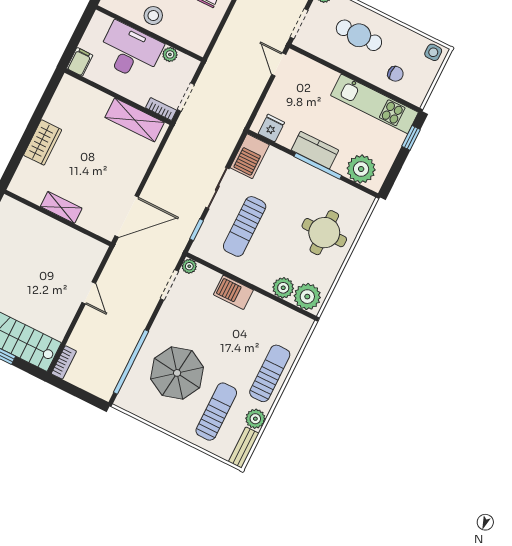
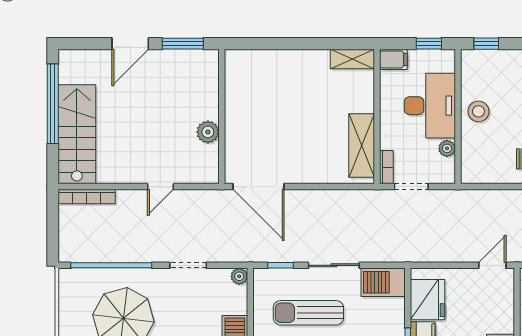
window: (81, 28) -> (429, 44), added
fridge: (271, 128) -> (427, 300), width x1.88, depth x1.34
wardrobe: (43, 142) -> (292, 62), removed
shelving: (61, 207) -> (352, 59), moved, turned 90
plant: (64, 235) -> (208, 132), added
doorway: (169, 285) -> (188, 265), moved
bookcase: (64, 362) -> (87, 196), width x1.56

